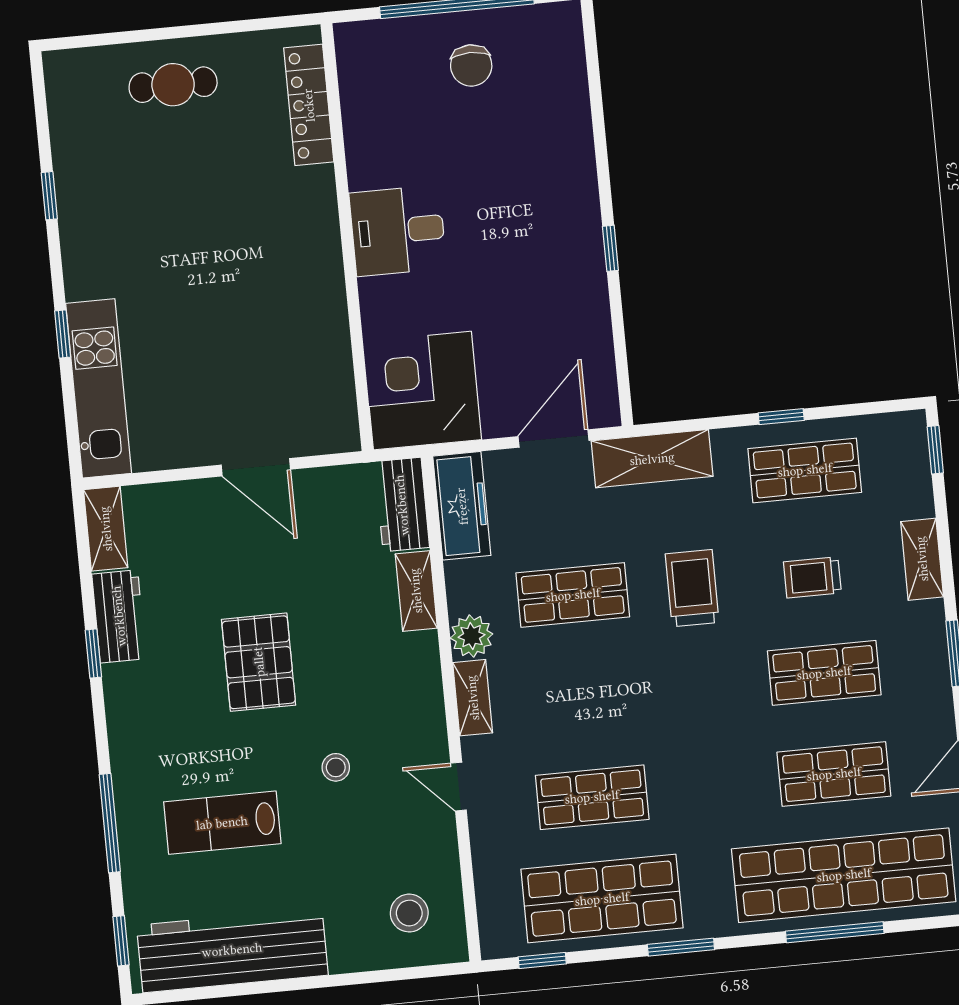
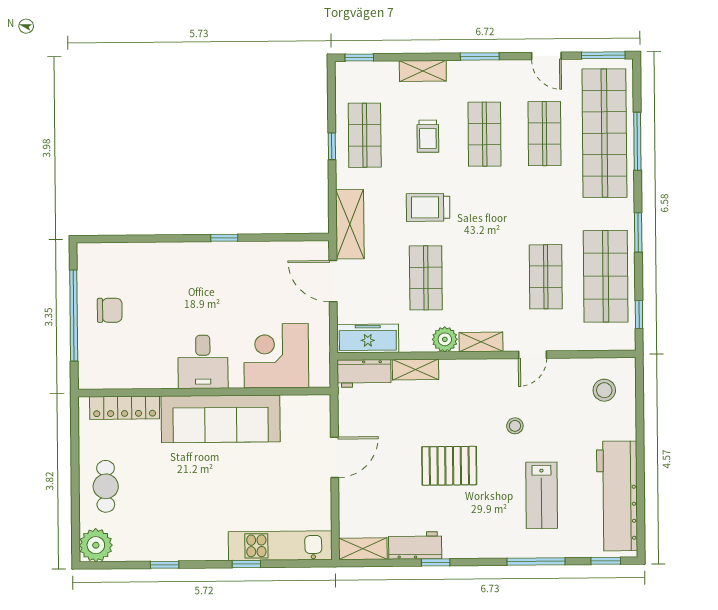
plant: (72, 77) -> (96, 545), added
sofa: (304, 269) -> (221, 419), added
corner desk: (422, 391) -> (276, 356), moved, turned 90

